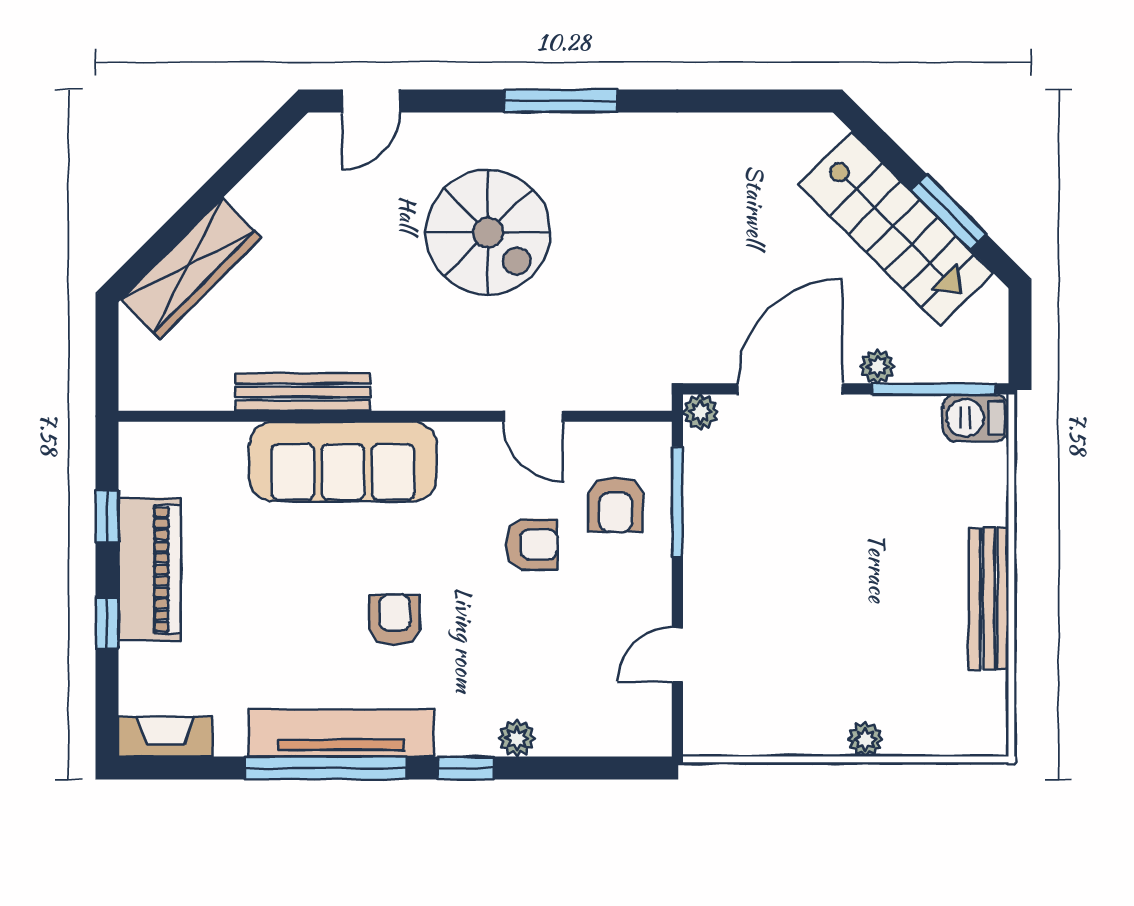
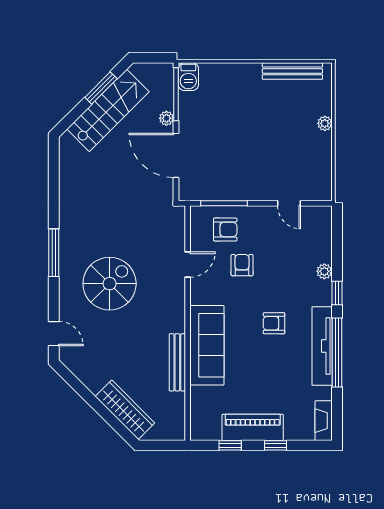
plant: (700, 412) -> (186, 193), removed
bench: (989, 599) -> (292, 71), moved

